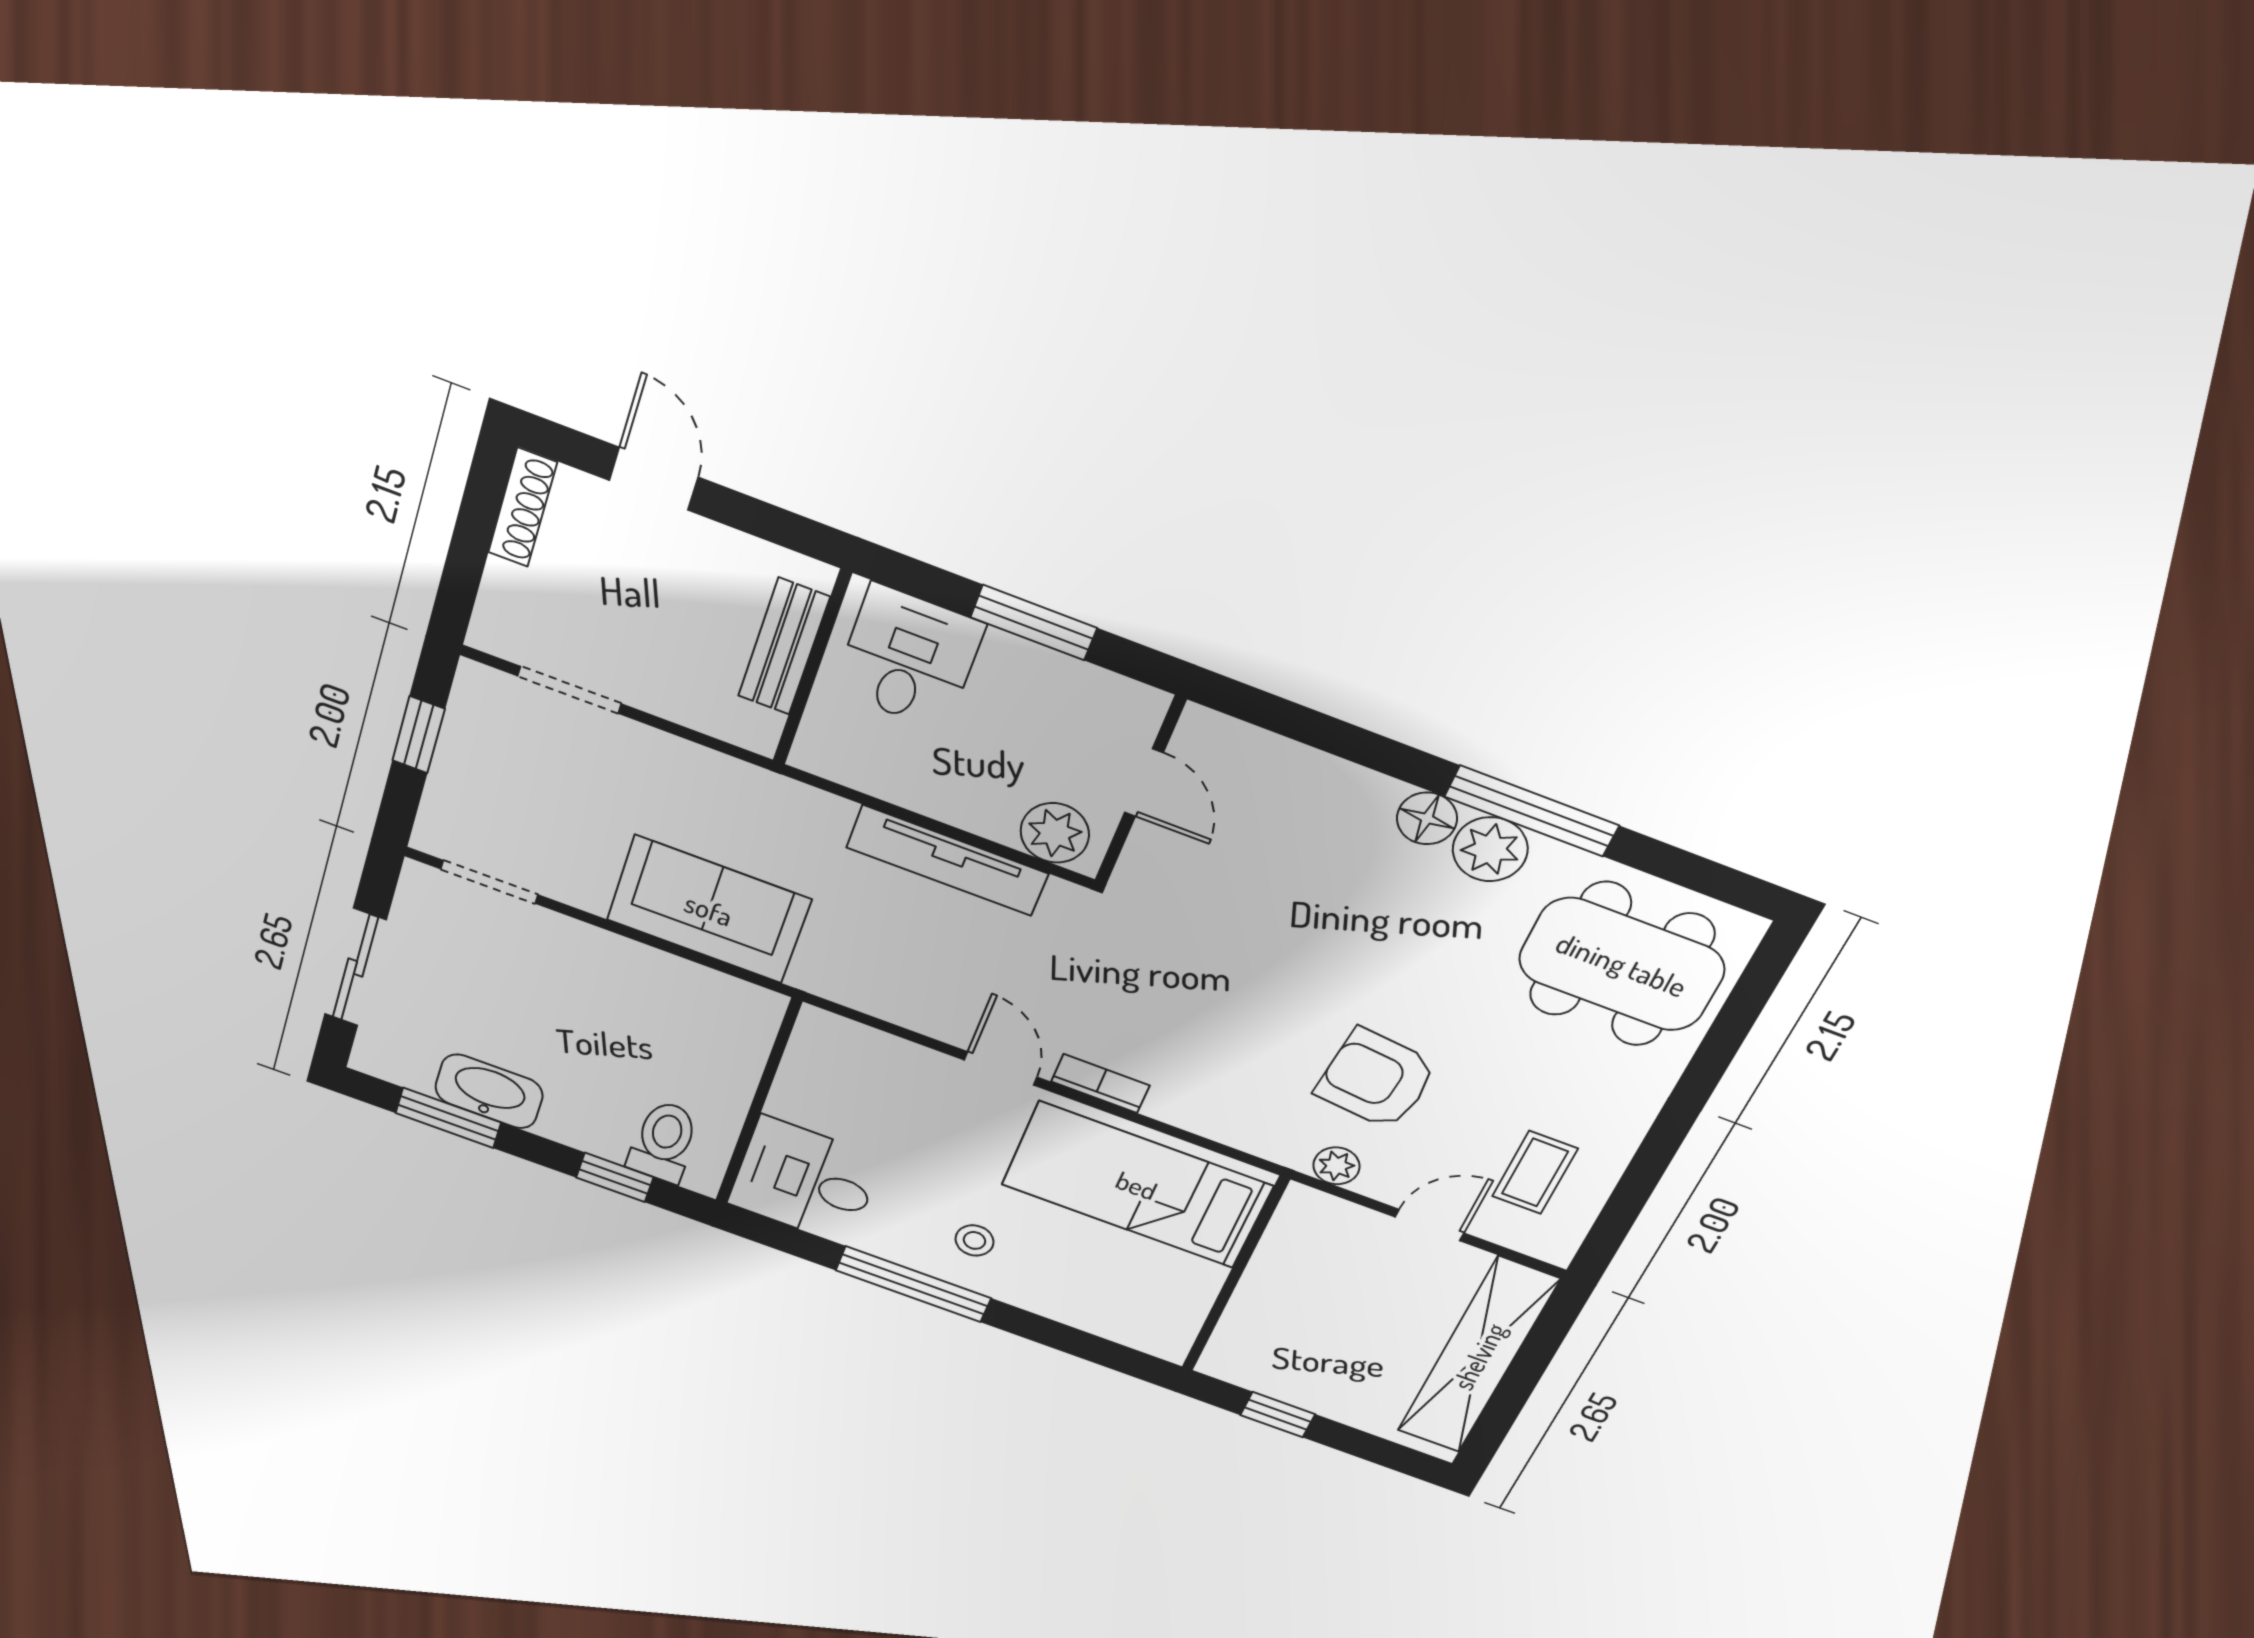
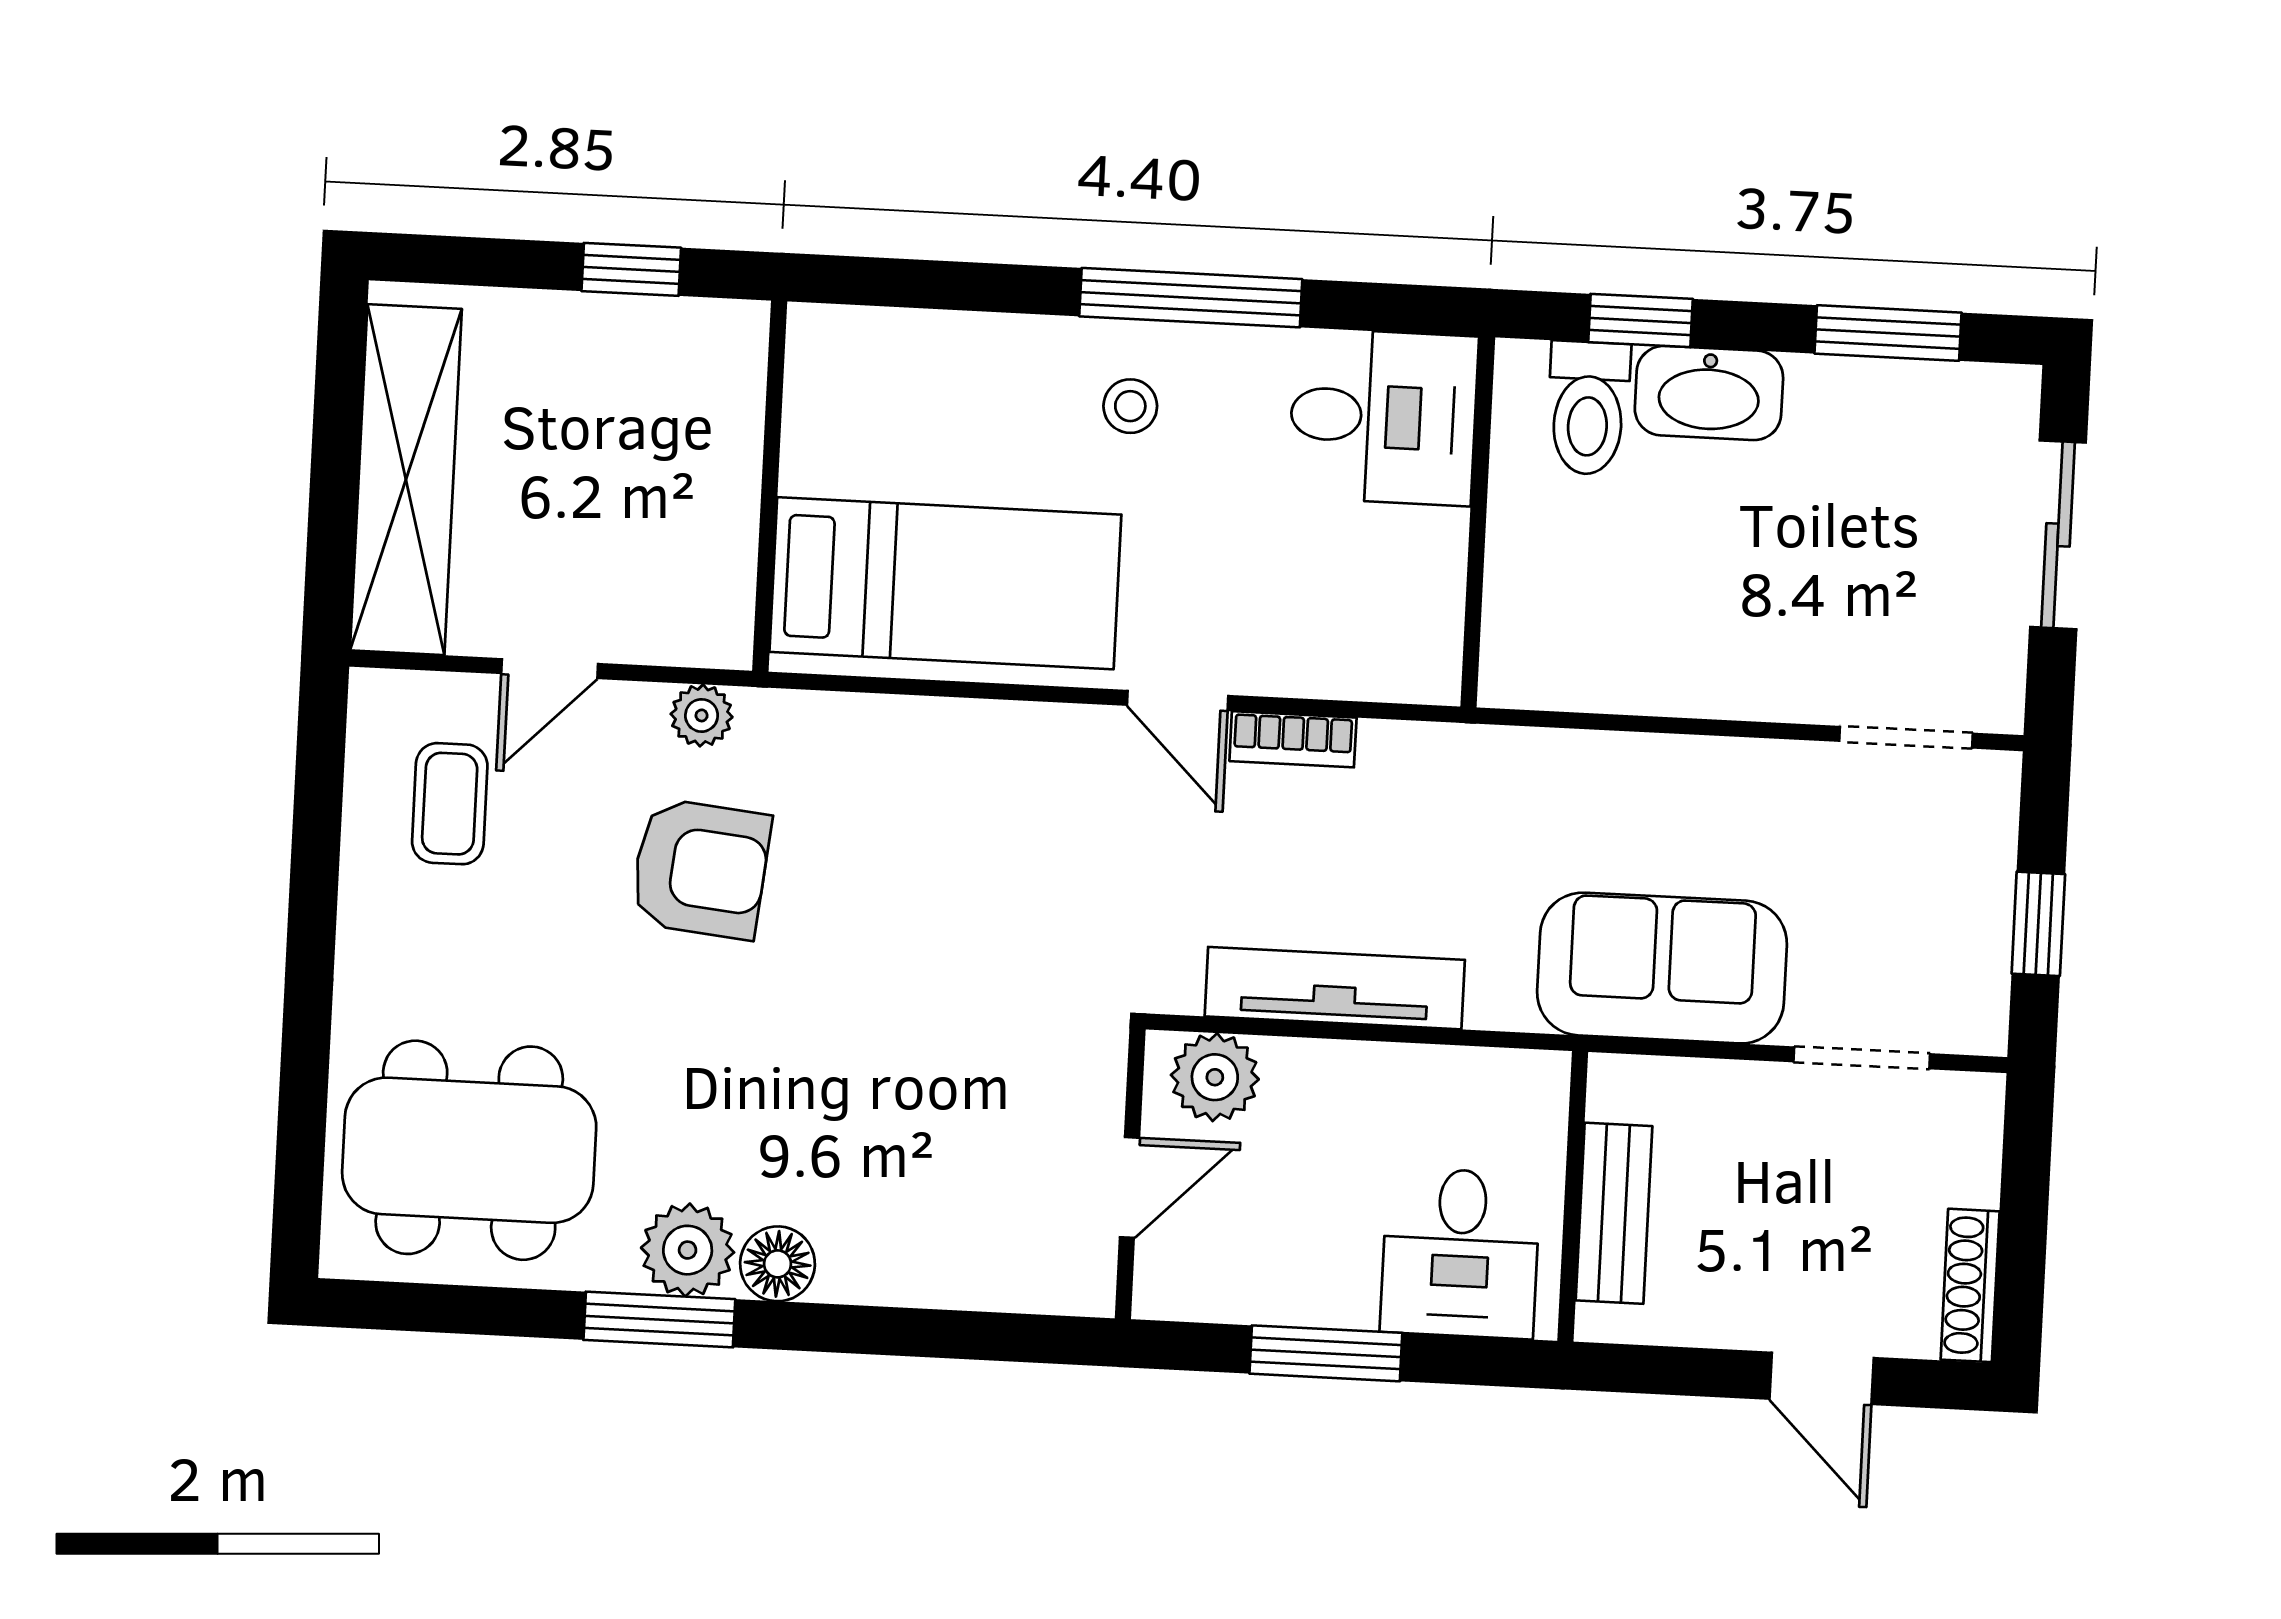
door: (1144, 783) -> (1129, 1187), swing flipped
window: (1532, 811) -> (659, 1320), width x0.69
sofa: (709, 909) -> (1662, 968), moved, turned 180
bookcase: (1100, 1083) -> (1293, 739), moved
washbasin: (489, 1091) -> (1709, 393), moved

